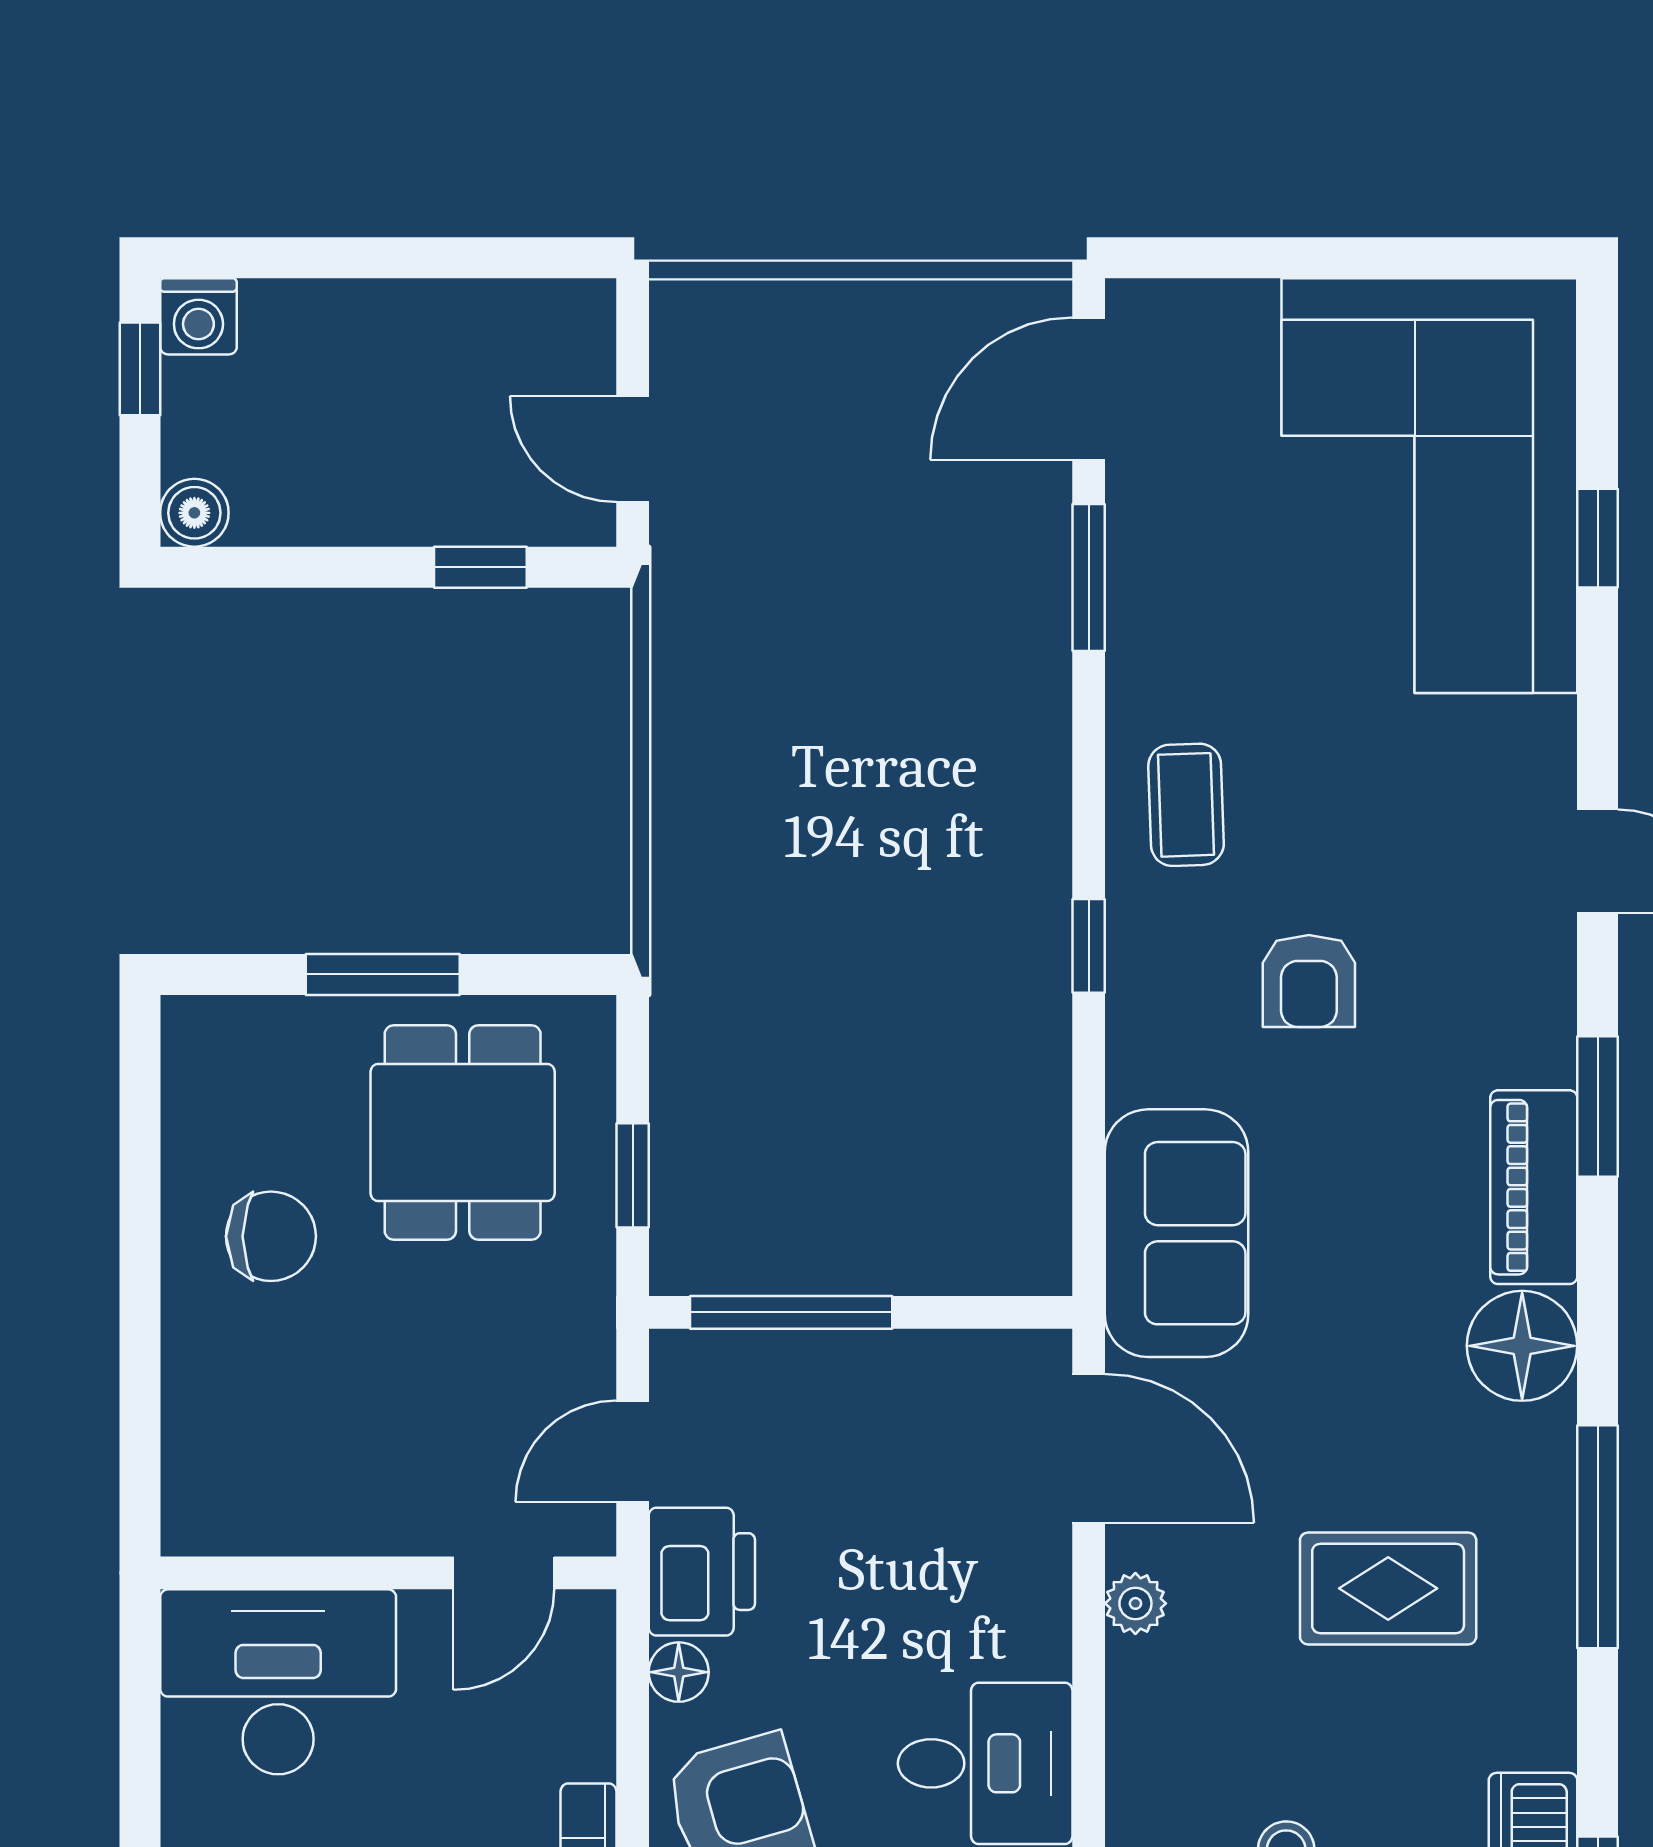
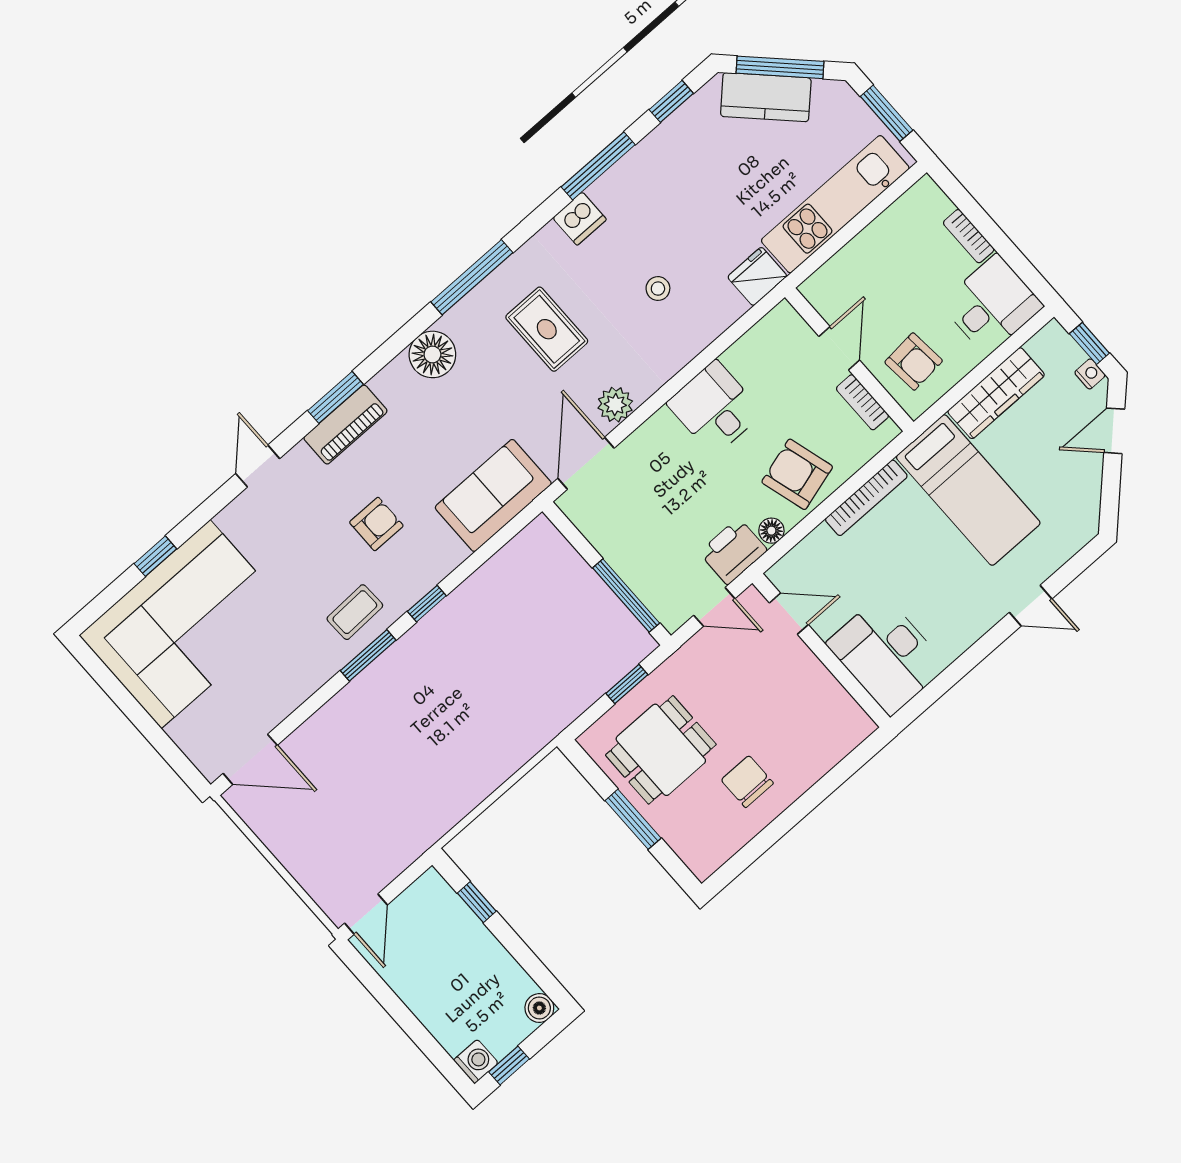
door: (633, 449) -> (366, 914), moved
window: (1089, 578) -> (368, 655), moved
piano: (1534, 1187) -> (345, 425), moved
plant: (1135, 1603) -> (615, 405), width x1.38, depth x1.38

